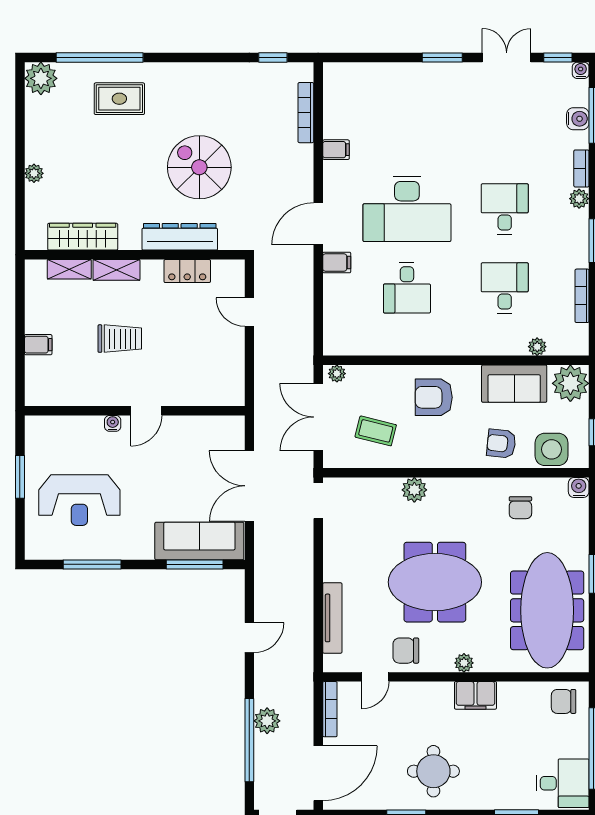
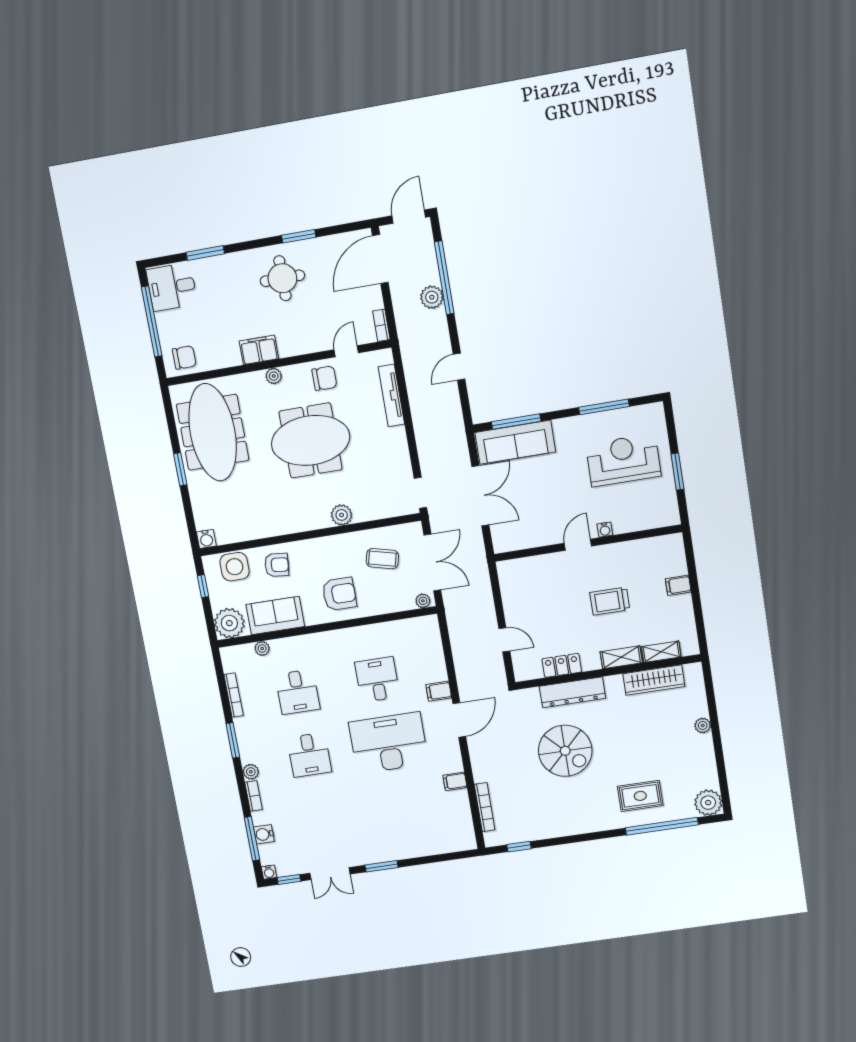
chair: (520, 508) -> (251, 514), removed
bookcase: (330, 709) -> (381, 325), width x0.64

